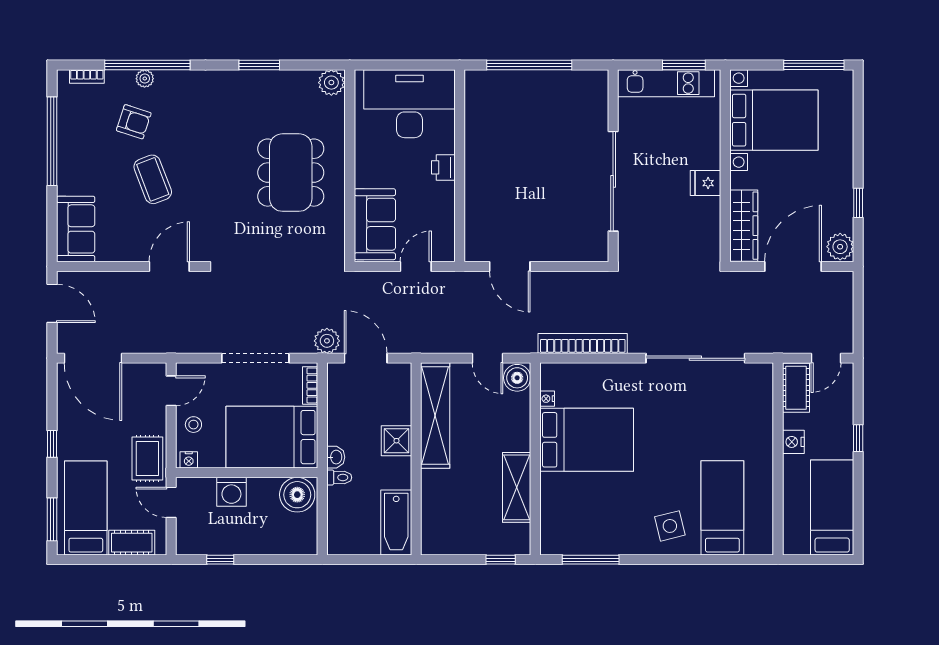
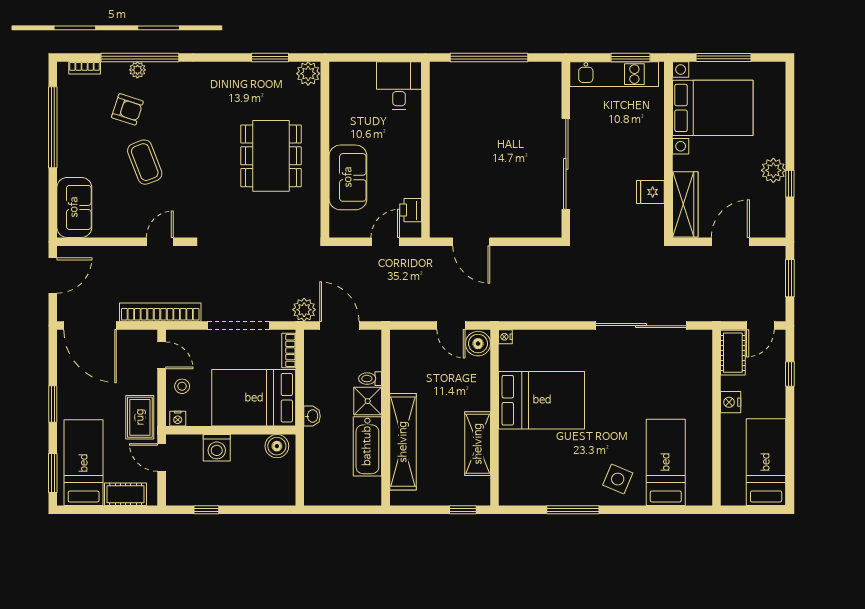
window: (259, 65) -> (270, 57), moved
window: (814, 65) -> (723, 57), moved
desk: (409, 104) -> (399, 86), width x0.53, depth x0.77
printer: (443, 167) -> (411, 210), moved
fridge: (706, 183) -> (650, 192), moved
sofa: (375, 224) -> (348, 177), moved
plant: (840, 247) -> (773, 170), moved
door: (169, 266) -> (160, 242), width x0.73
door: (793, 266) -> (730, 242), width x0.73
door: (52, 303) -> (53, 276), hinge flipped
window: (858, 306) -> (790, 278), added
bookcase: (583, 343) -> (160, 312), moved
door: (171, 391) -> (162, 355), hinge flipped
nightstand: (547, 399) -> (505, 337), moved
shelving: (435, 416) -> (403, 442), moved
window: (858, 438) -> (790, 374), moved
window: (52, 444) -> (53, 404), width x1.50
toilet: (339, 477) -> (370, 379), moved, turned 180
boiler: (297, 495) -> (277, 446), width x0.73, depth x0.73
bathtub: (396, 522) -> (367, 446), moved
side table: (670, 526) -> (618, 479), turned 37
window: (591, 560) -> (573, 510), moved

